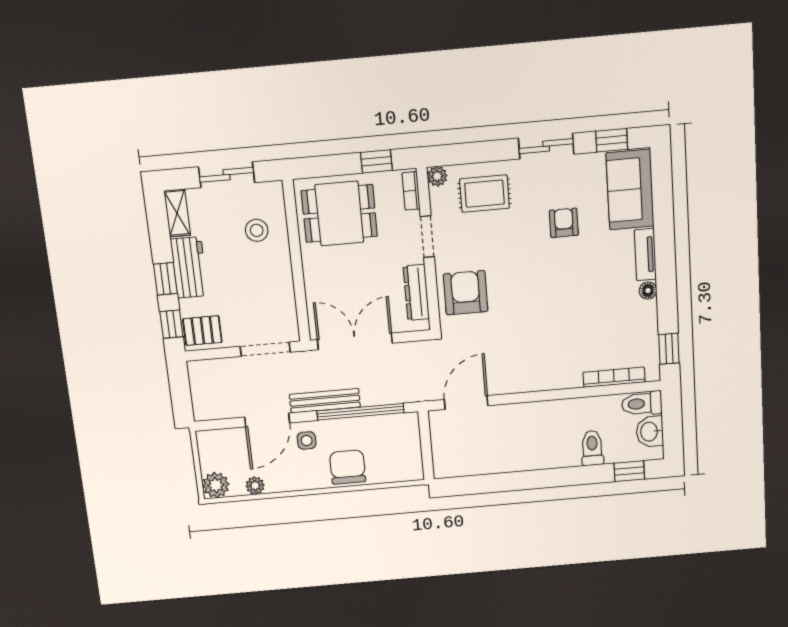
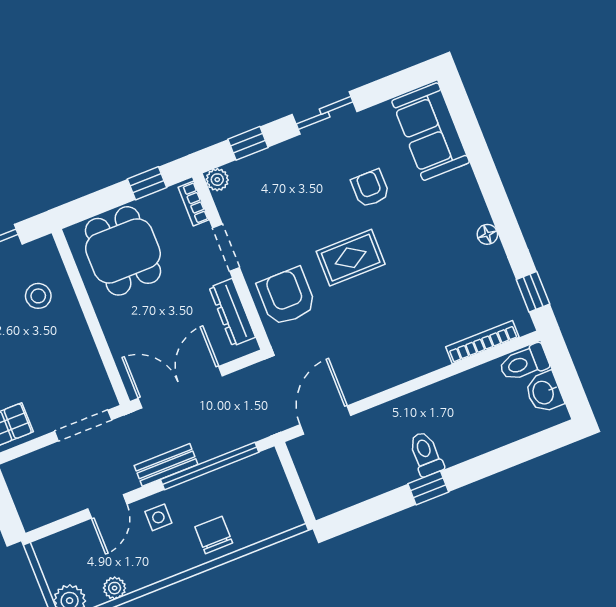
window: (612, 140) -> (248, 143), moved
rug: (484, 194) -> (351, 258), moved
dining table: (339, 213) -> (123, 251), turned 90
tv unit: (645, 255) -> (471, 196), removed
bench: (325, 401) -> (166, 465), width x0.73
door: (267, 420) -> (107, 506), width x0.73
toilet: (592, 448) -> (426, 454), moved
chair: (348, 467) -> (214, 535), width x0.73, depth x0.73
window: (629, 471) -> (428, 488), moved

